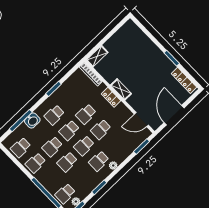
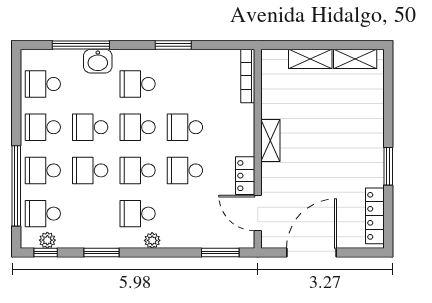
shelving: (123, 31) -> (355, 59), added
shelving: (97, 56) -> (310, 59), moved
locker: (111, 97) -> (245, 176), moved
school desk: (50, 178) -> (43, 170), added

